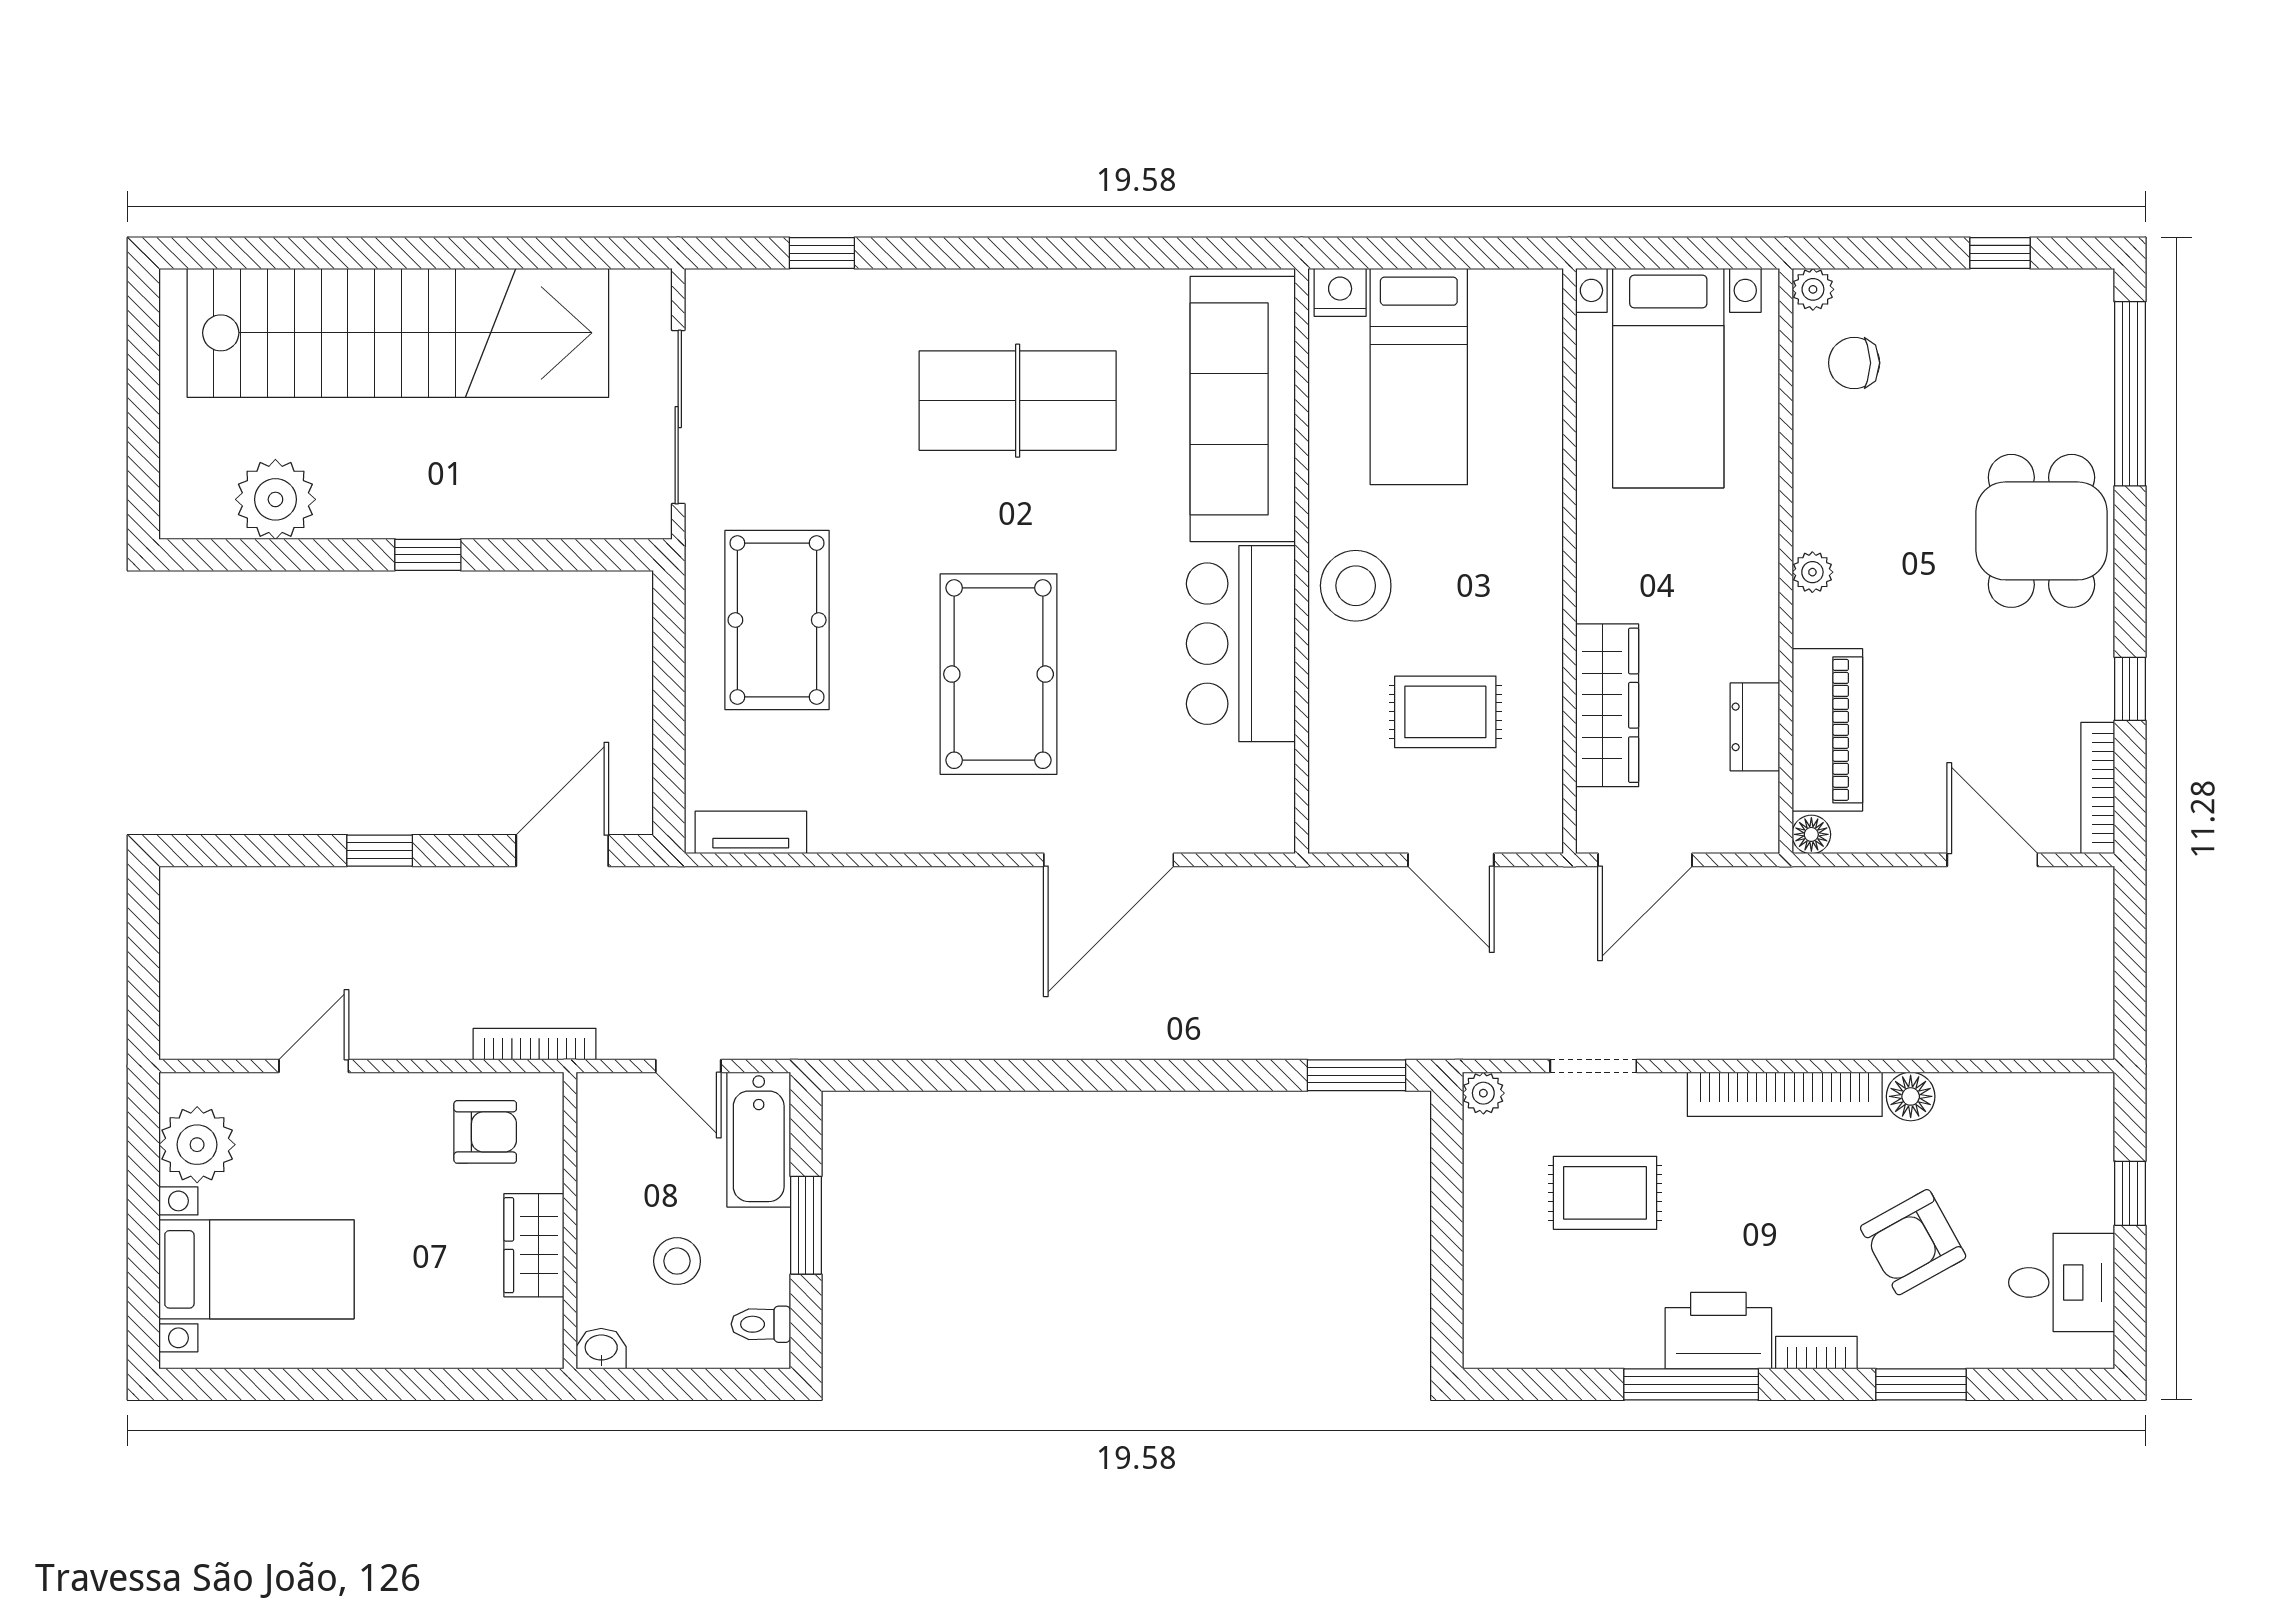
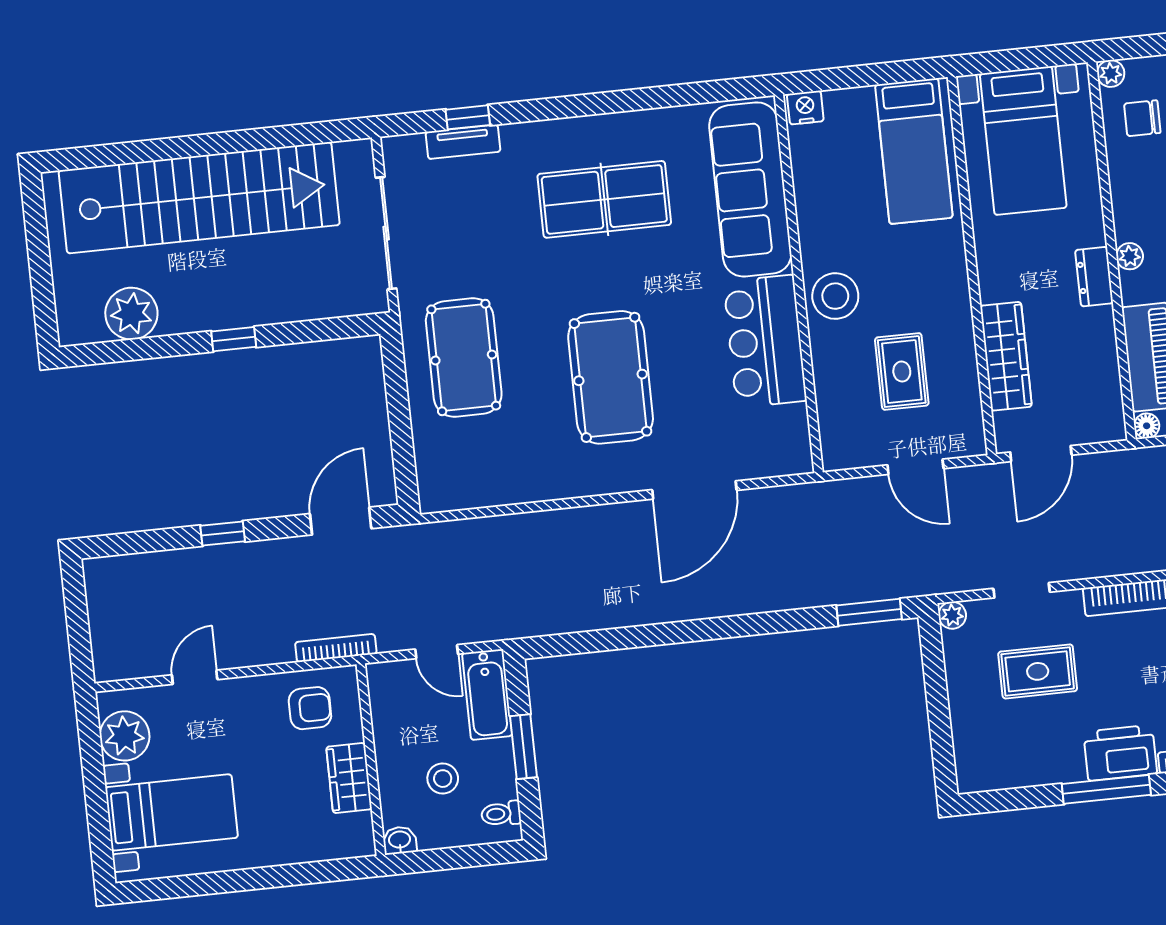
bed: (1419, 377) -> (914, 151), moved
rug: (1445, 712) -> (902, 371), turned 90
dresser: (1755, 727) -> (1094, 277), moved
tv unit: (751, 832) -> (463, 142), moved, turned 180

